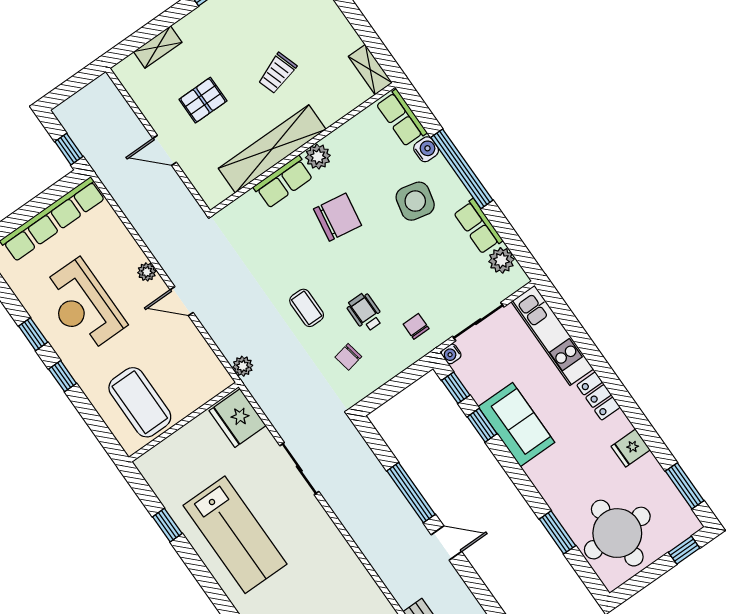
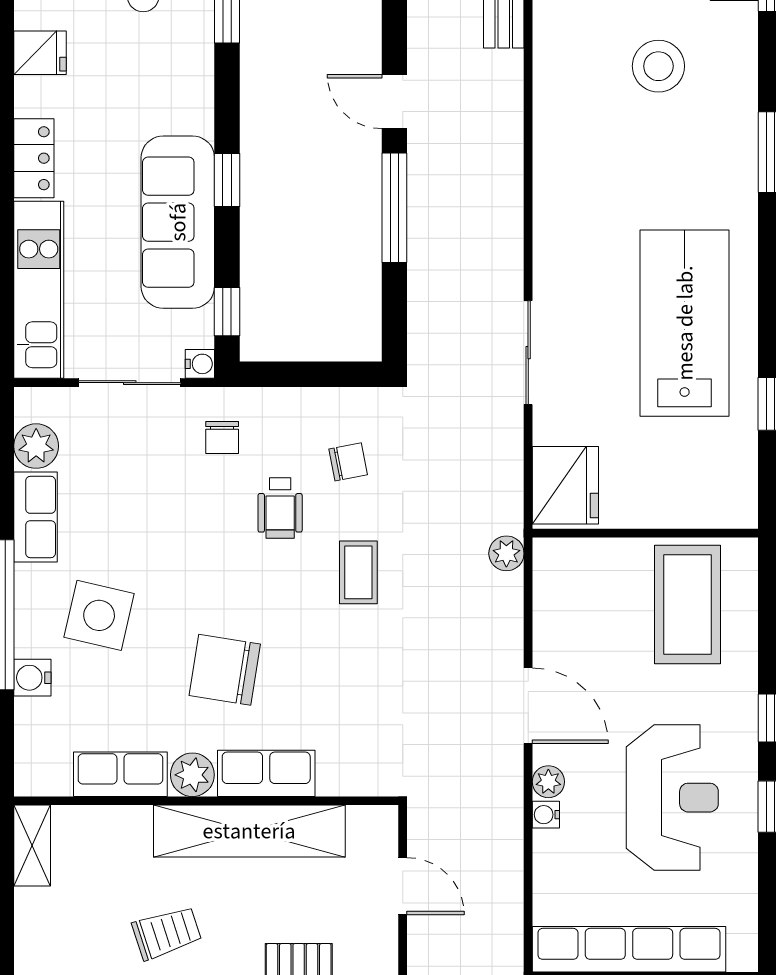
row of seats: (401, 118) -> (120, 774), moved, turned -90
door: (165, 150) -> (403, 886), moved
water cooler: (137, 255) -> (546, 815), added
door: (182, 301) -> (528, 706), width x1.38
window: (482, 425) -> (227, 180), moved
sofa: (516, 425) -> (178, 222), width x1.36

